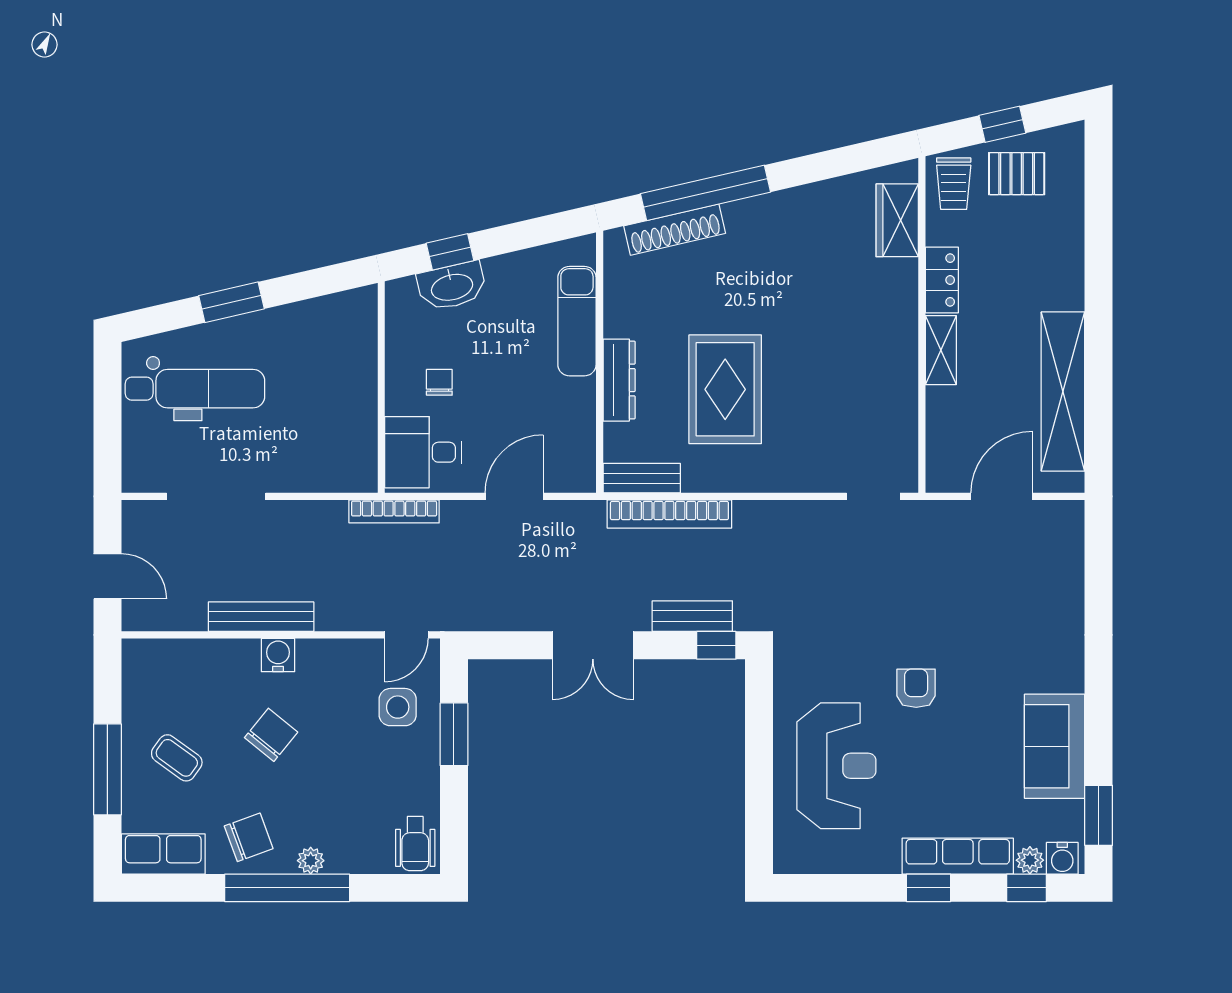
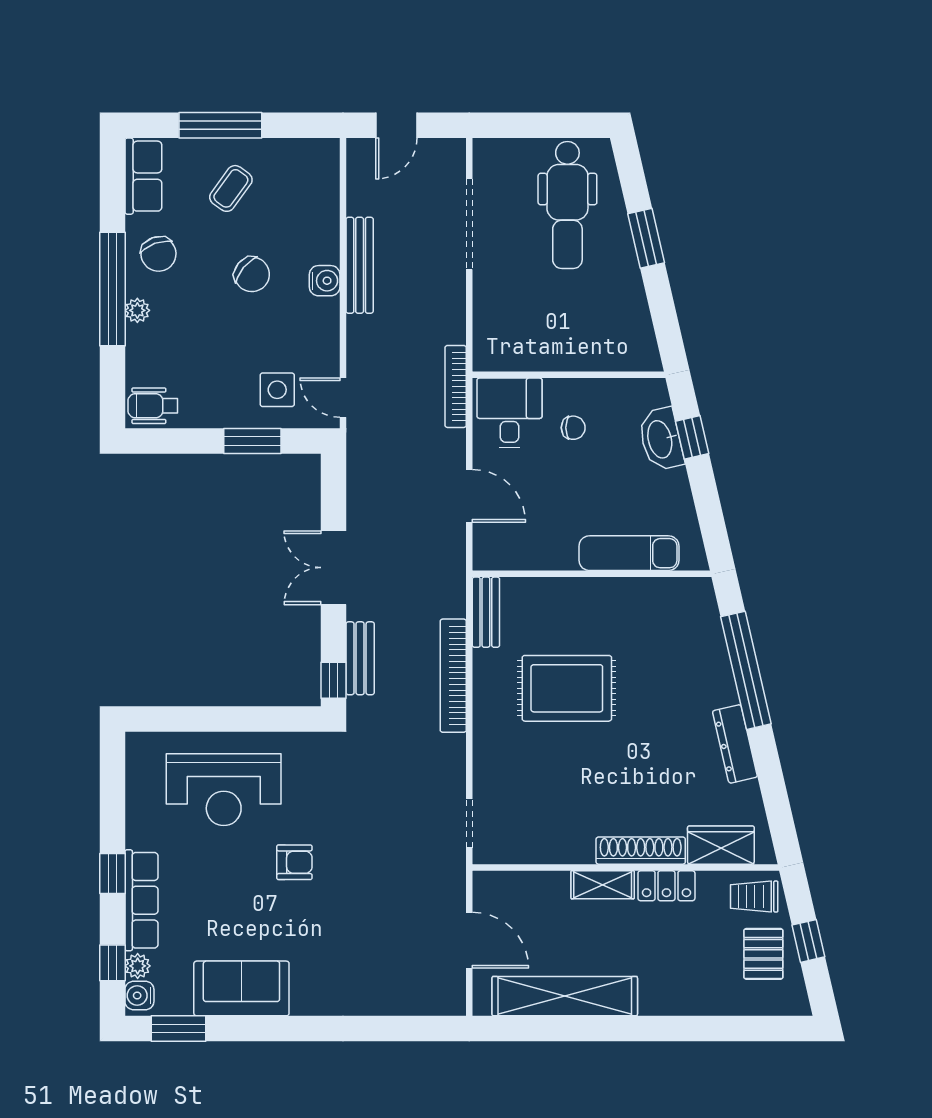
shoe rack: (675, 230) -> (641, 851), moved, turned 103
dresser: (619, 380) -> (735, 744), moved, turned 77
bookcase: (669, 514) -> (453, 676), moved

